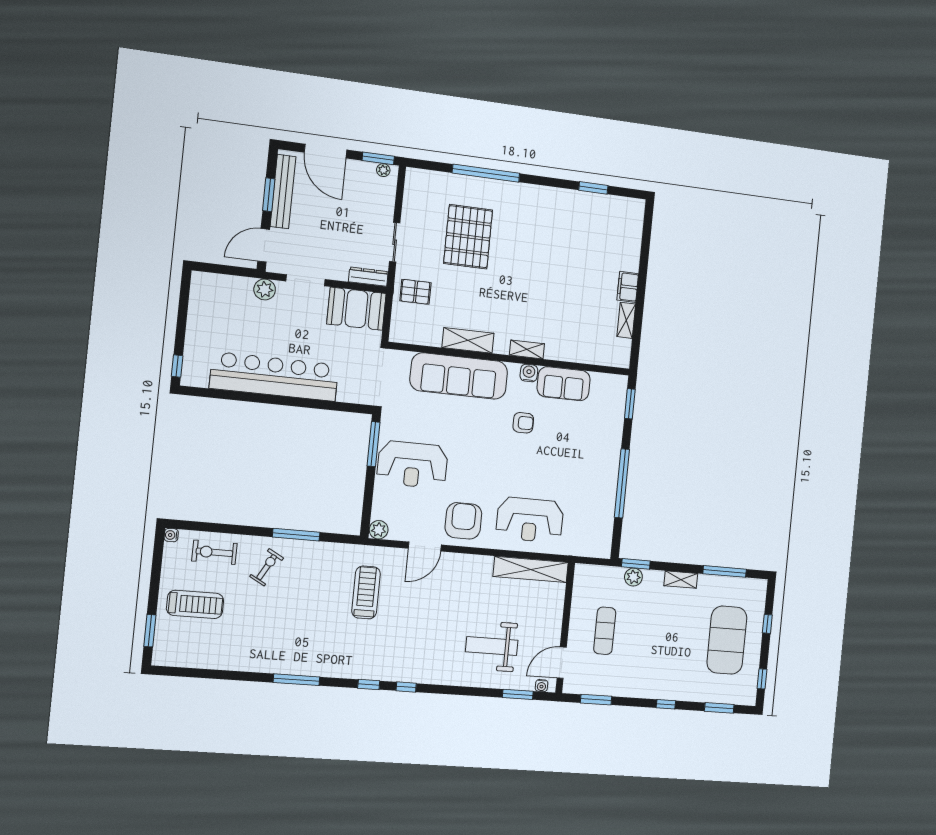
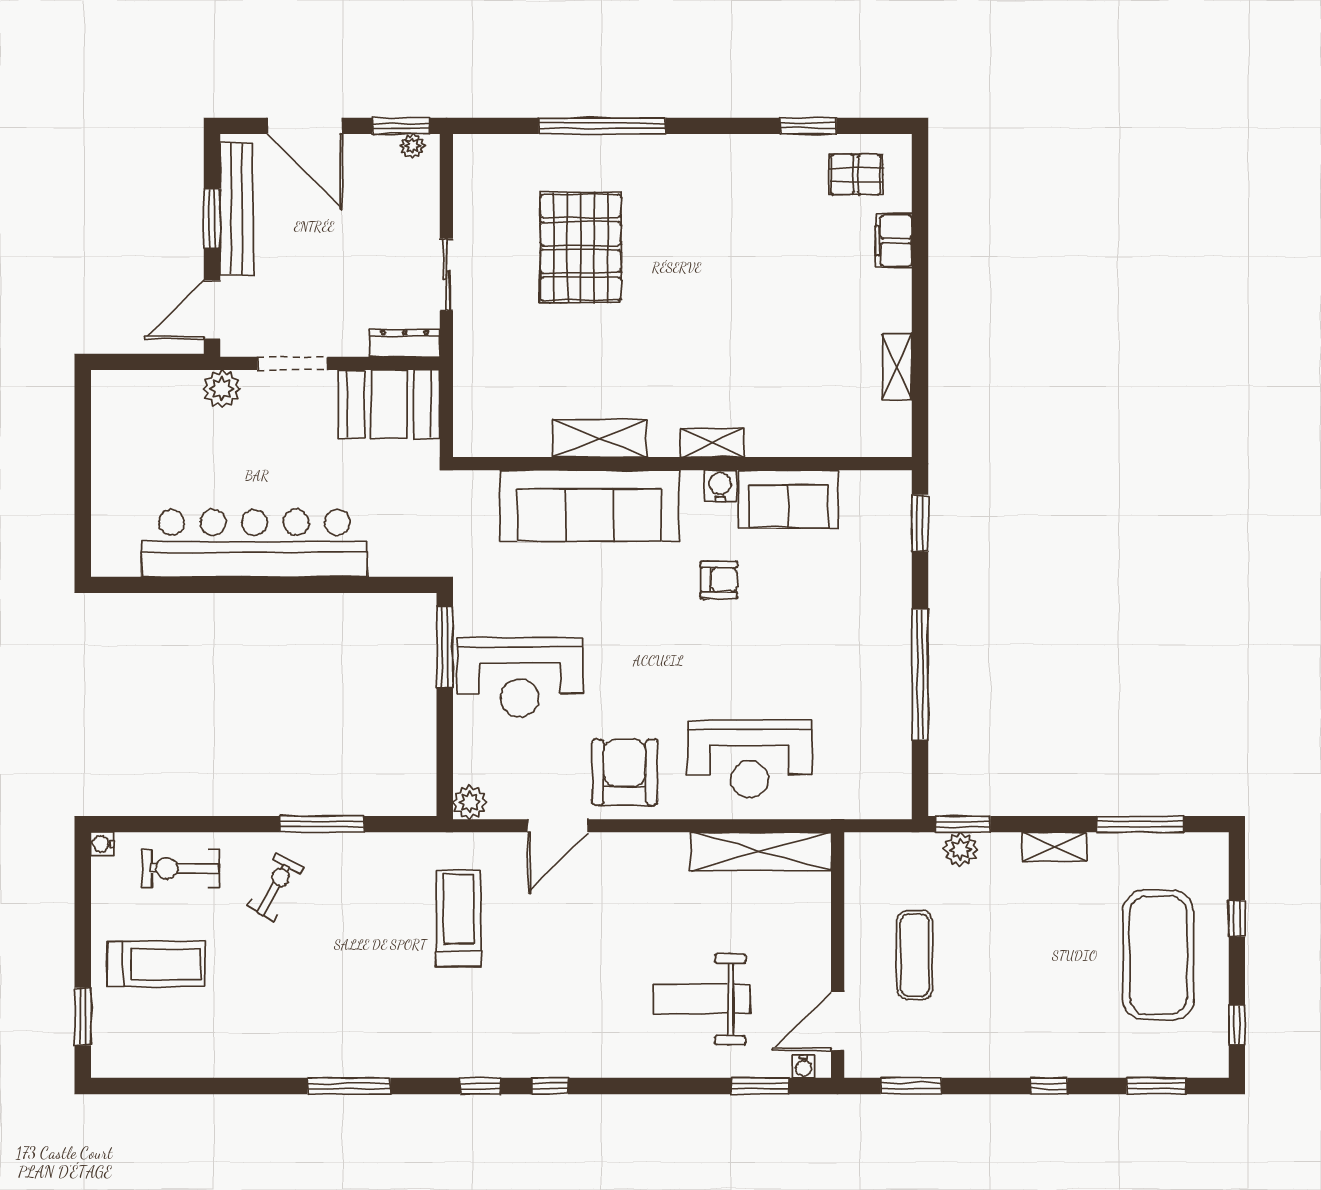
filing cabinet: (628, 287) -> (894, 241), moved
pallet: (415, 292) -> (856, 175), moved
window: (177, 366) -> (83, 543), removed

